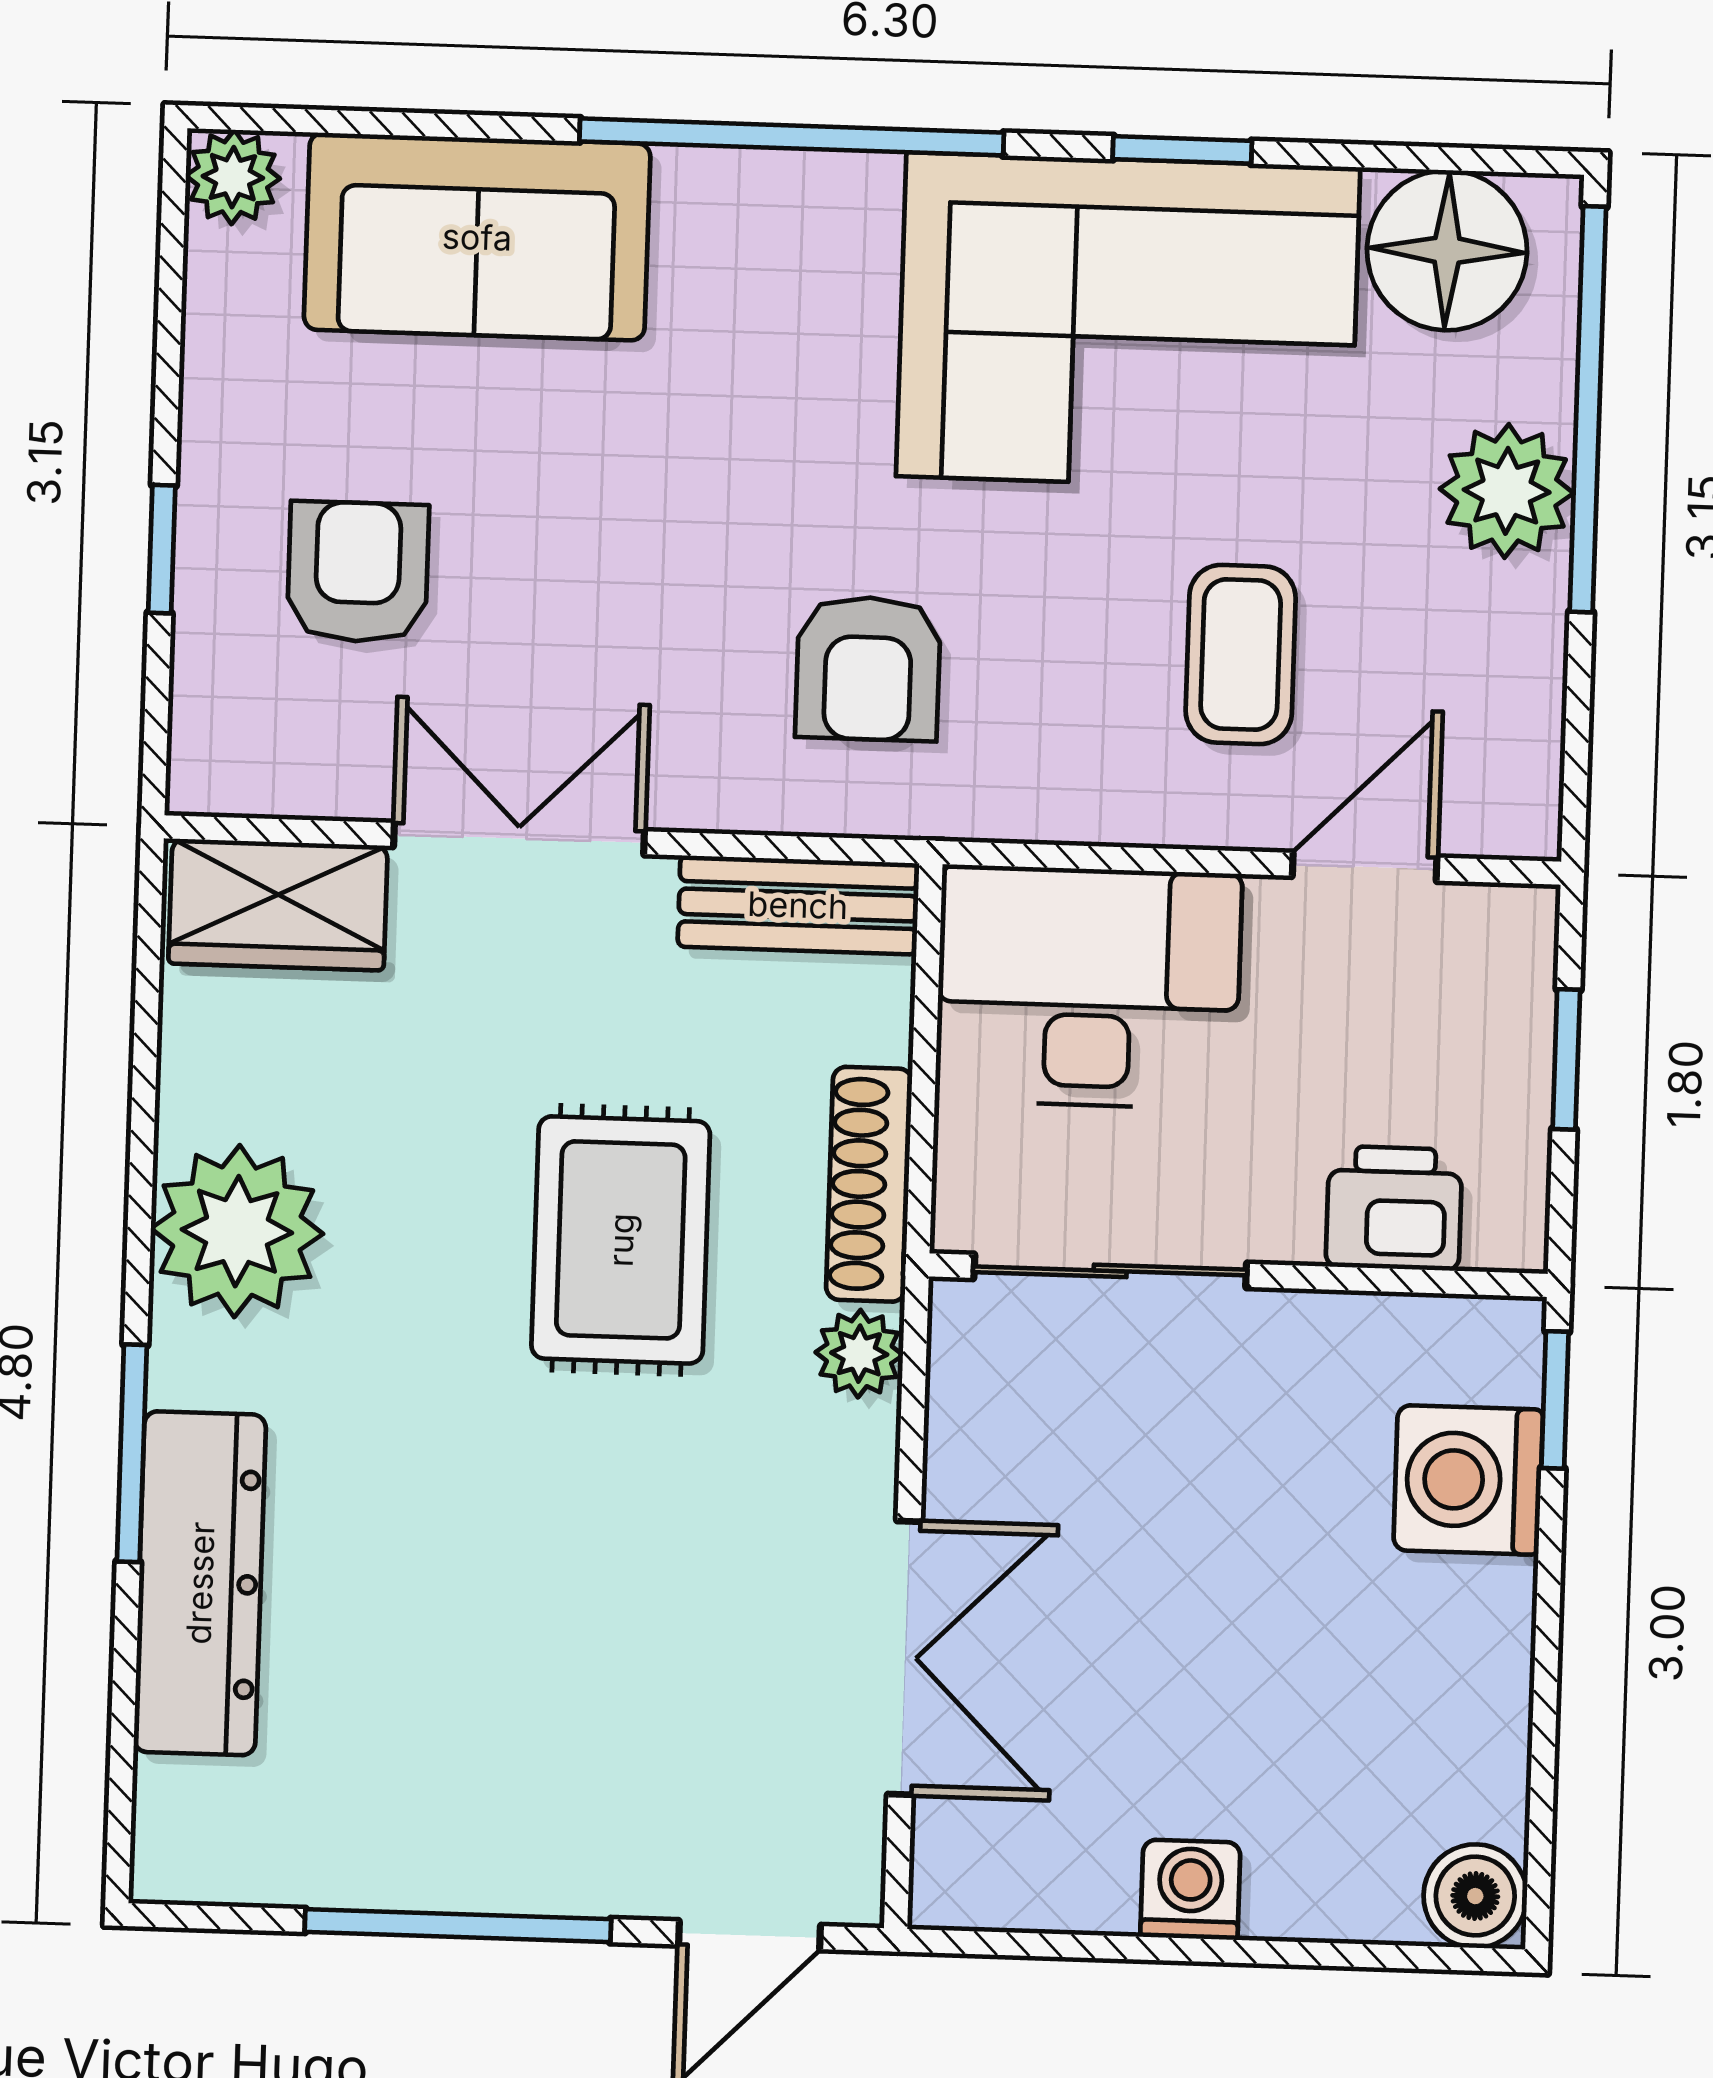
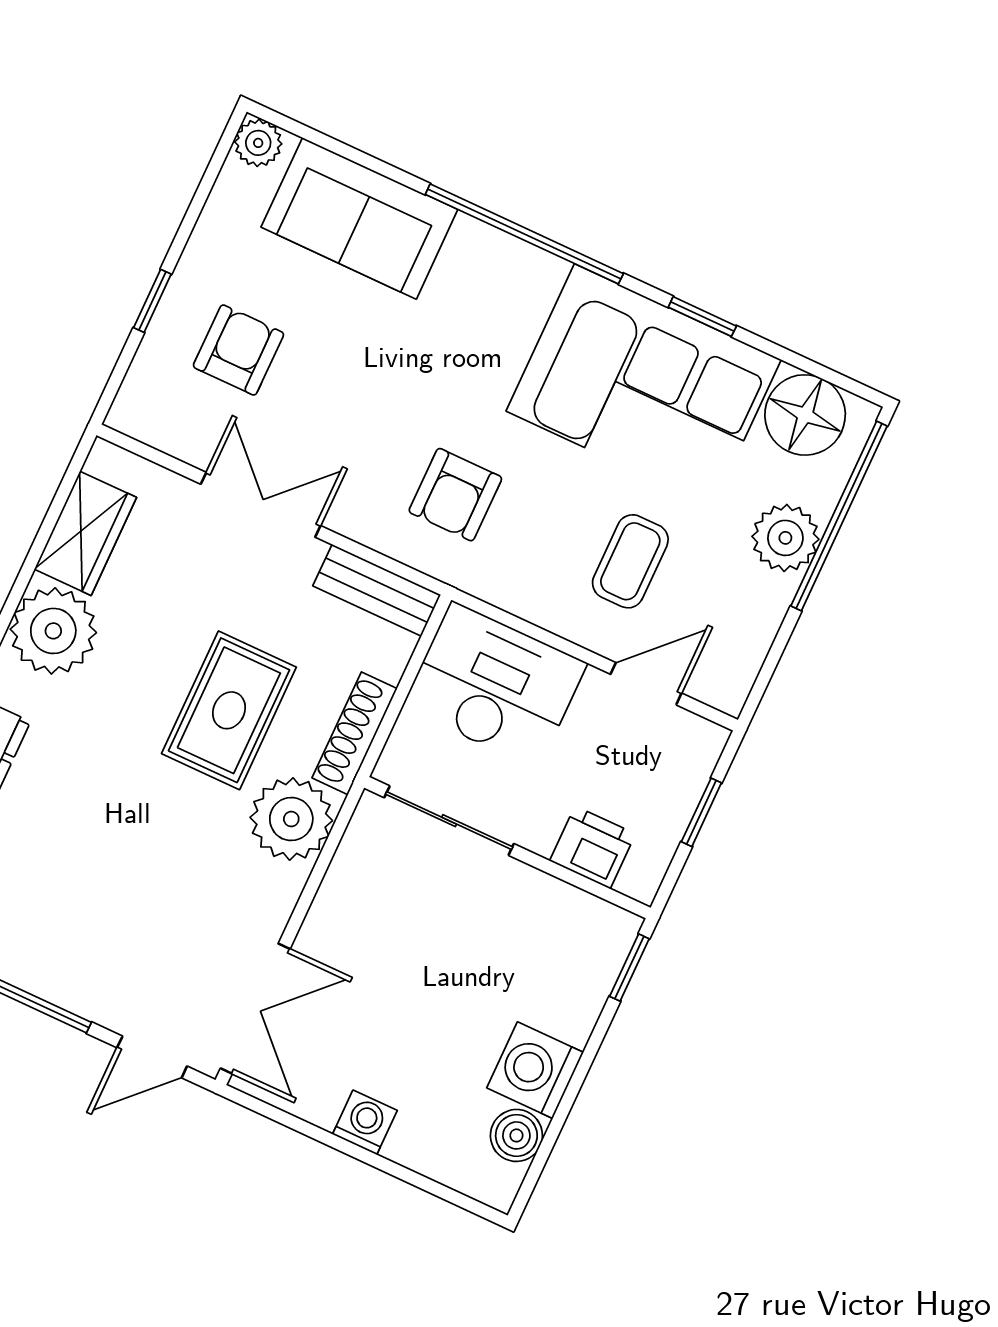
wardrobe: (278, 905) -> (85, 533), moved, turned -90
plant: (859, 1354) -> (291, 819), width x1.88, depth x1.88
washing machine: (1468, 1480) -> (535, 1070), moved
double door: (905, 1658) -> (255, 1009), moved
boiler: (1475, 1896) -> (516, 1135), moved

